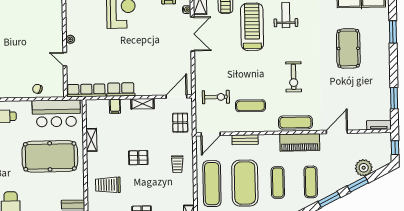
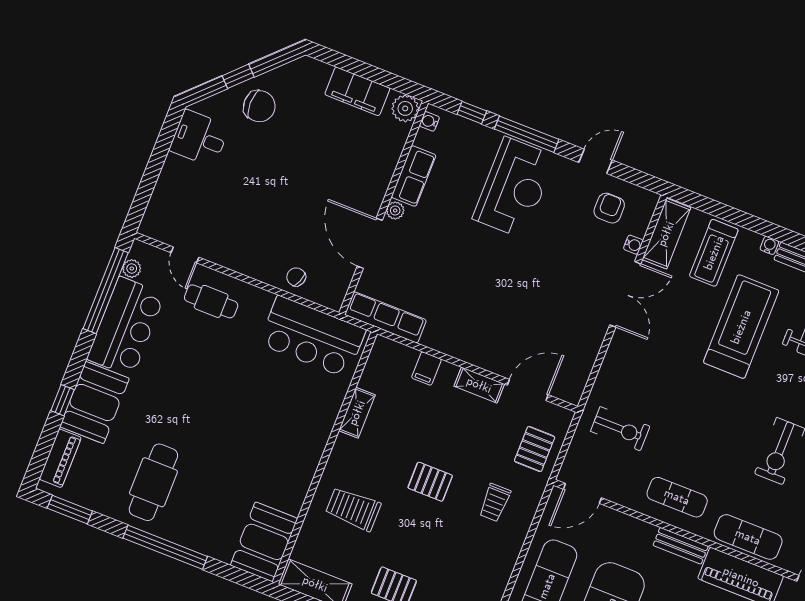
door: (65, 59) -> (370, 243), width x1.88
row of seats: (121, 89) -> (414, 176), moved, turned 90
door: (176, 97) -> (528, 390), moved
exercise mat: (250, 106) -> (677, 497), moved
bench: (245, 140) -> (681, 546), moved
pool table: (50, 156) -> (267, 411), removed
trolley: (177, 164) -> (495, 503), moved

